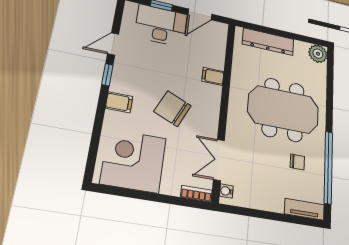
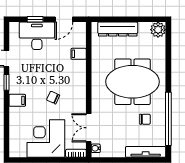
filing cabinet: (213, 76) -> (79, 54), moved
chair: (173, 109) -> (53, 98), width x0.54, depth x0.54
corner desk: (133, 161) -> (46, 139), moved
tv unit: (304, 209) -> (146, 152), width x1.41

